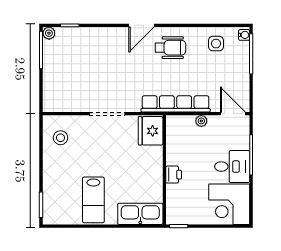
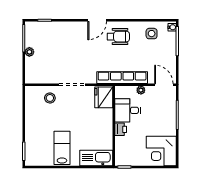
plant: (49, 33) -> (29, 52), moved
stool: (61, 138) -> (50, 98), moved
desk: (232, 167) -> (128, 110), moved, turned 180
lab bench: (93, 200) -> (62, 148), turned 180

